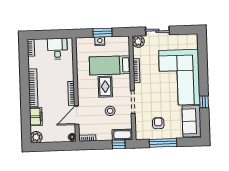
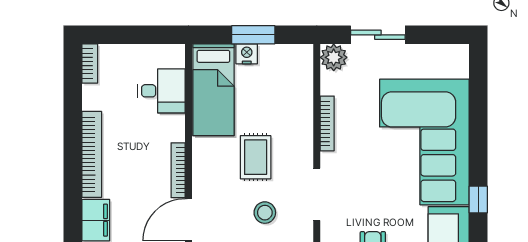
desk: (57, 49) -> (161, 91), moved, turned 90
bed: (110, 65) -> (213, 90), moved, turned -90

